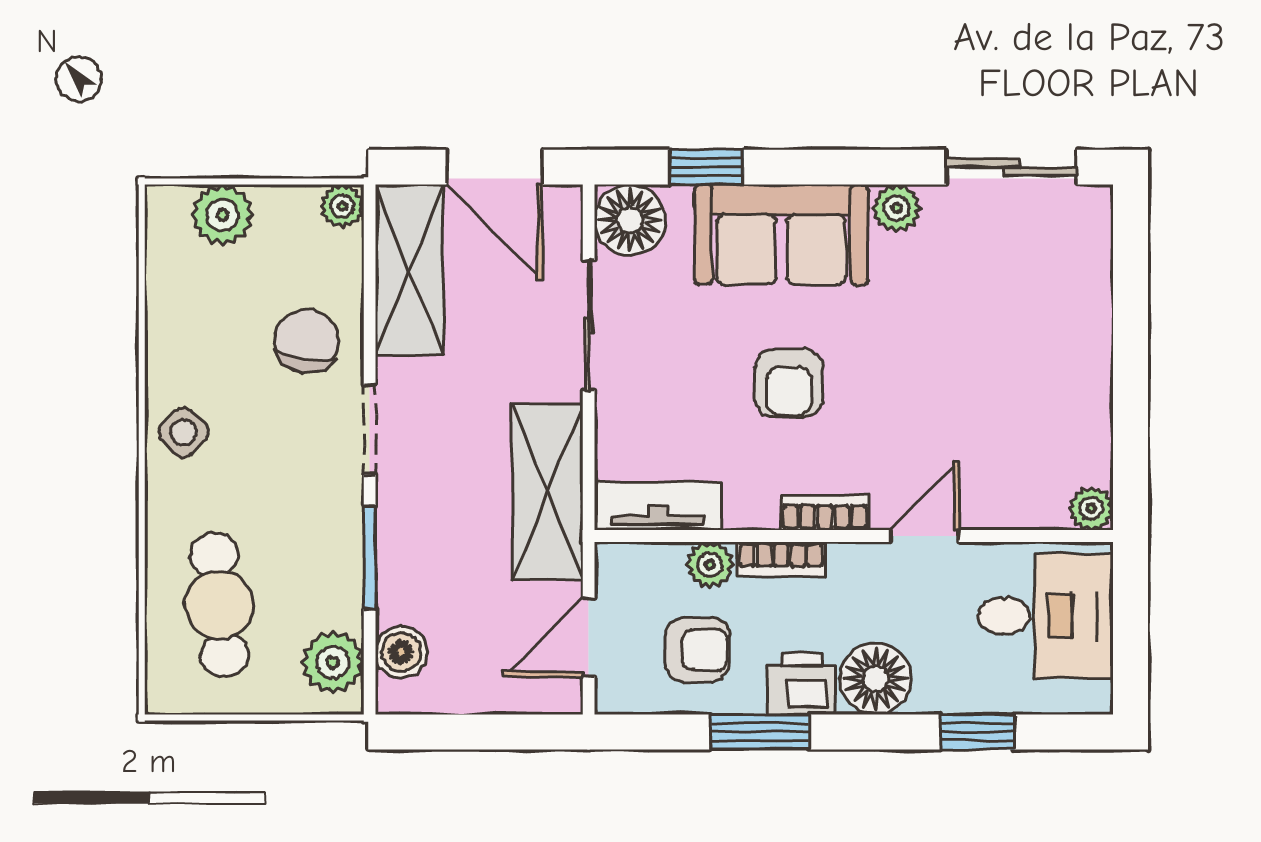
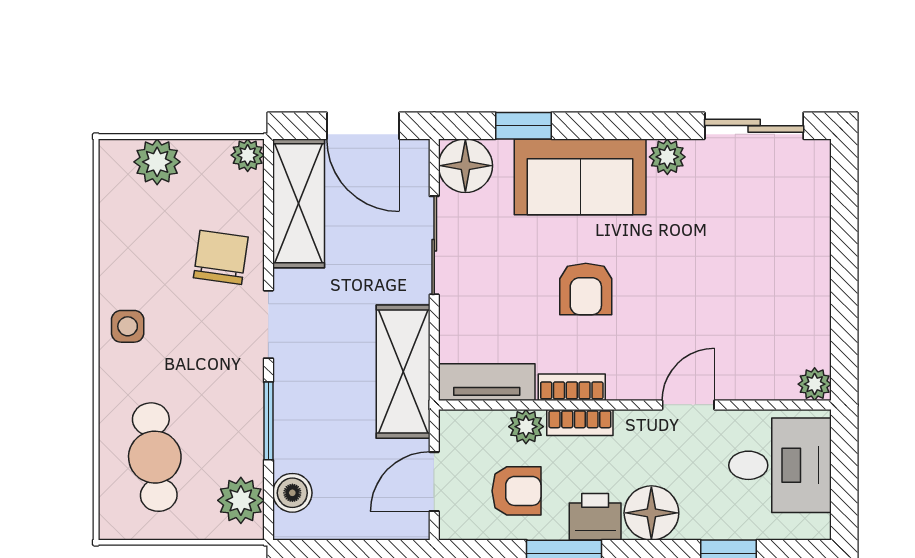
side table: (183, 432) -> (128, 326), turned 45
bookcase: (825, 513) -> (572, 387), moved

